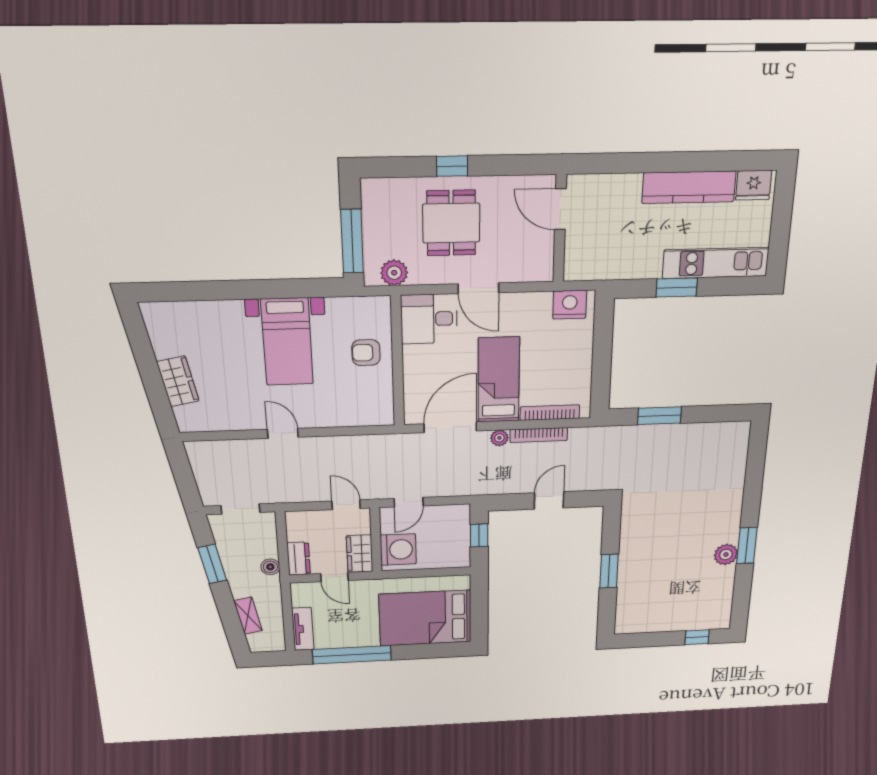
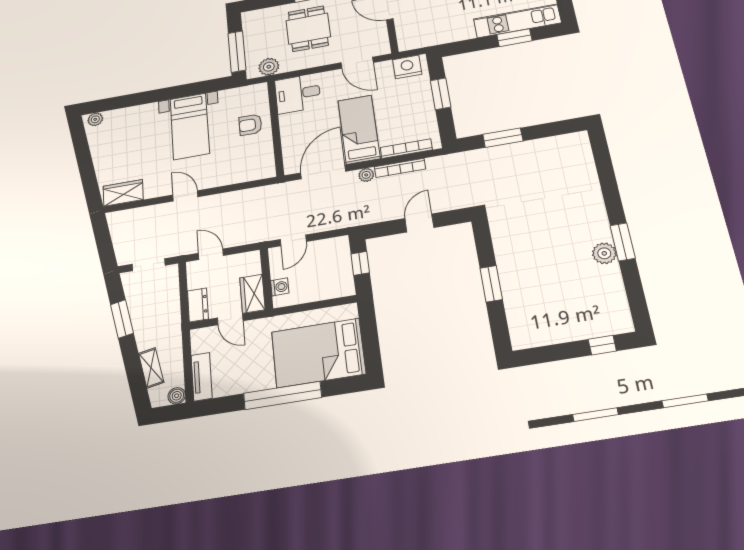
door: (478, 288) -> (357, 63), moved
window: (677, 288) -> (514, 38), moved
plant: (158, 311) -> (95, 119), added
window: (602, 349) -> (441, 94), added
wardrobe: (178, 381) -> (123, 193), moved, turned -79
door: (346, 505) -> (211, 254), moved
washing machine: (398, 550) -> (280, 287), width x0.53, depth x0.53
boiler: (270, 567) -> (177, 396), moved
window: (352, 655) -> (283, 395), moved

